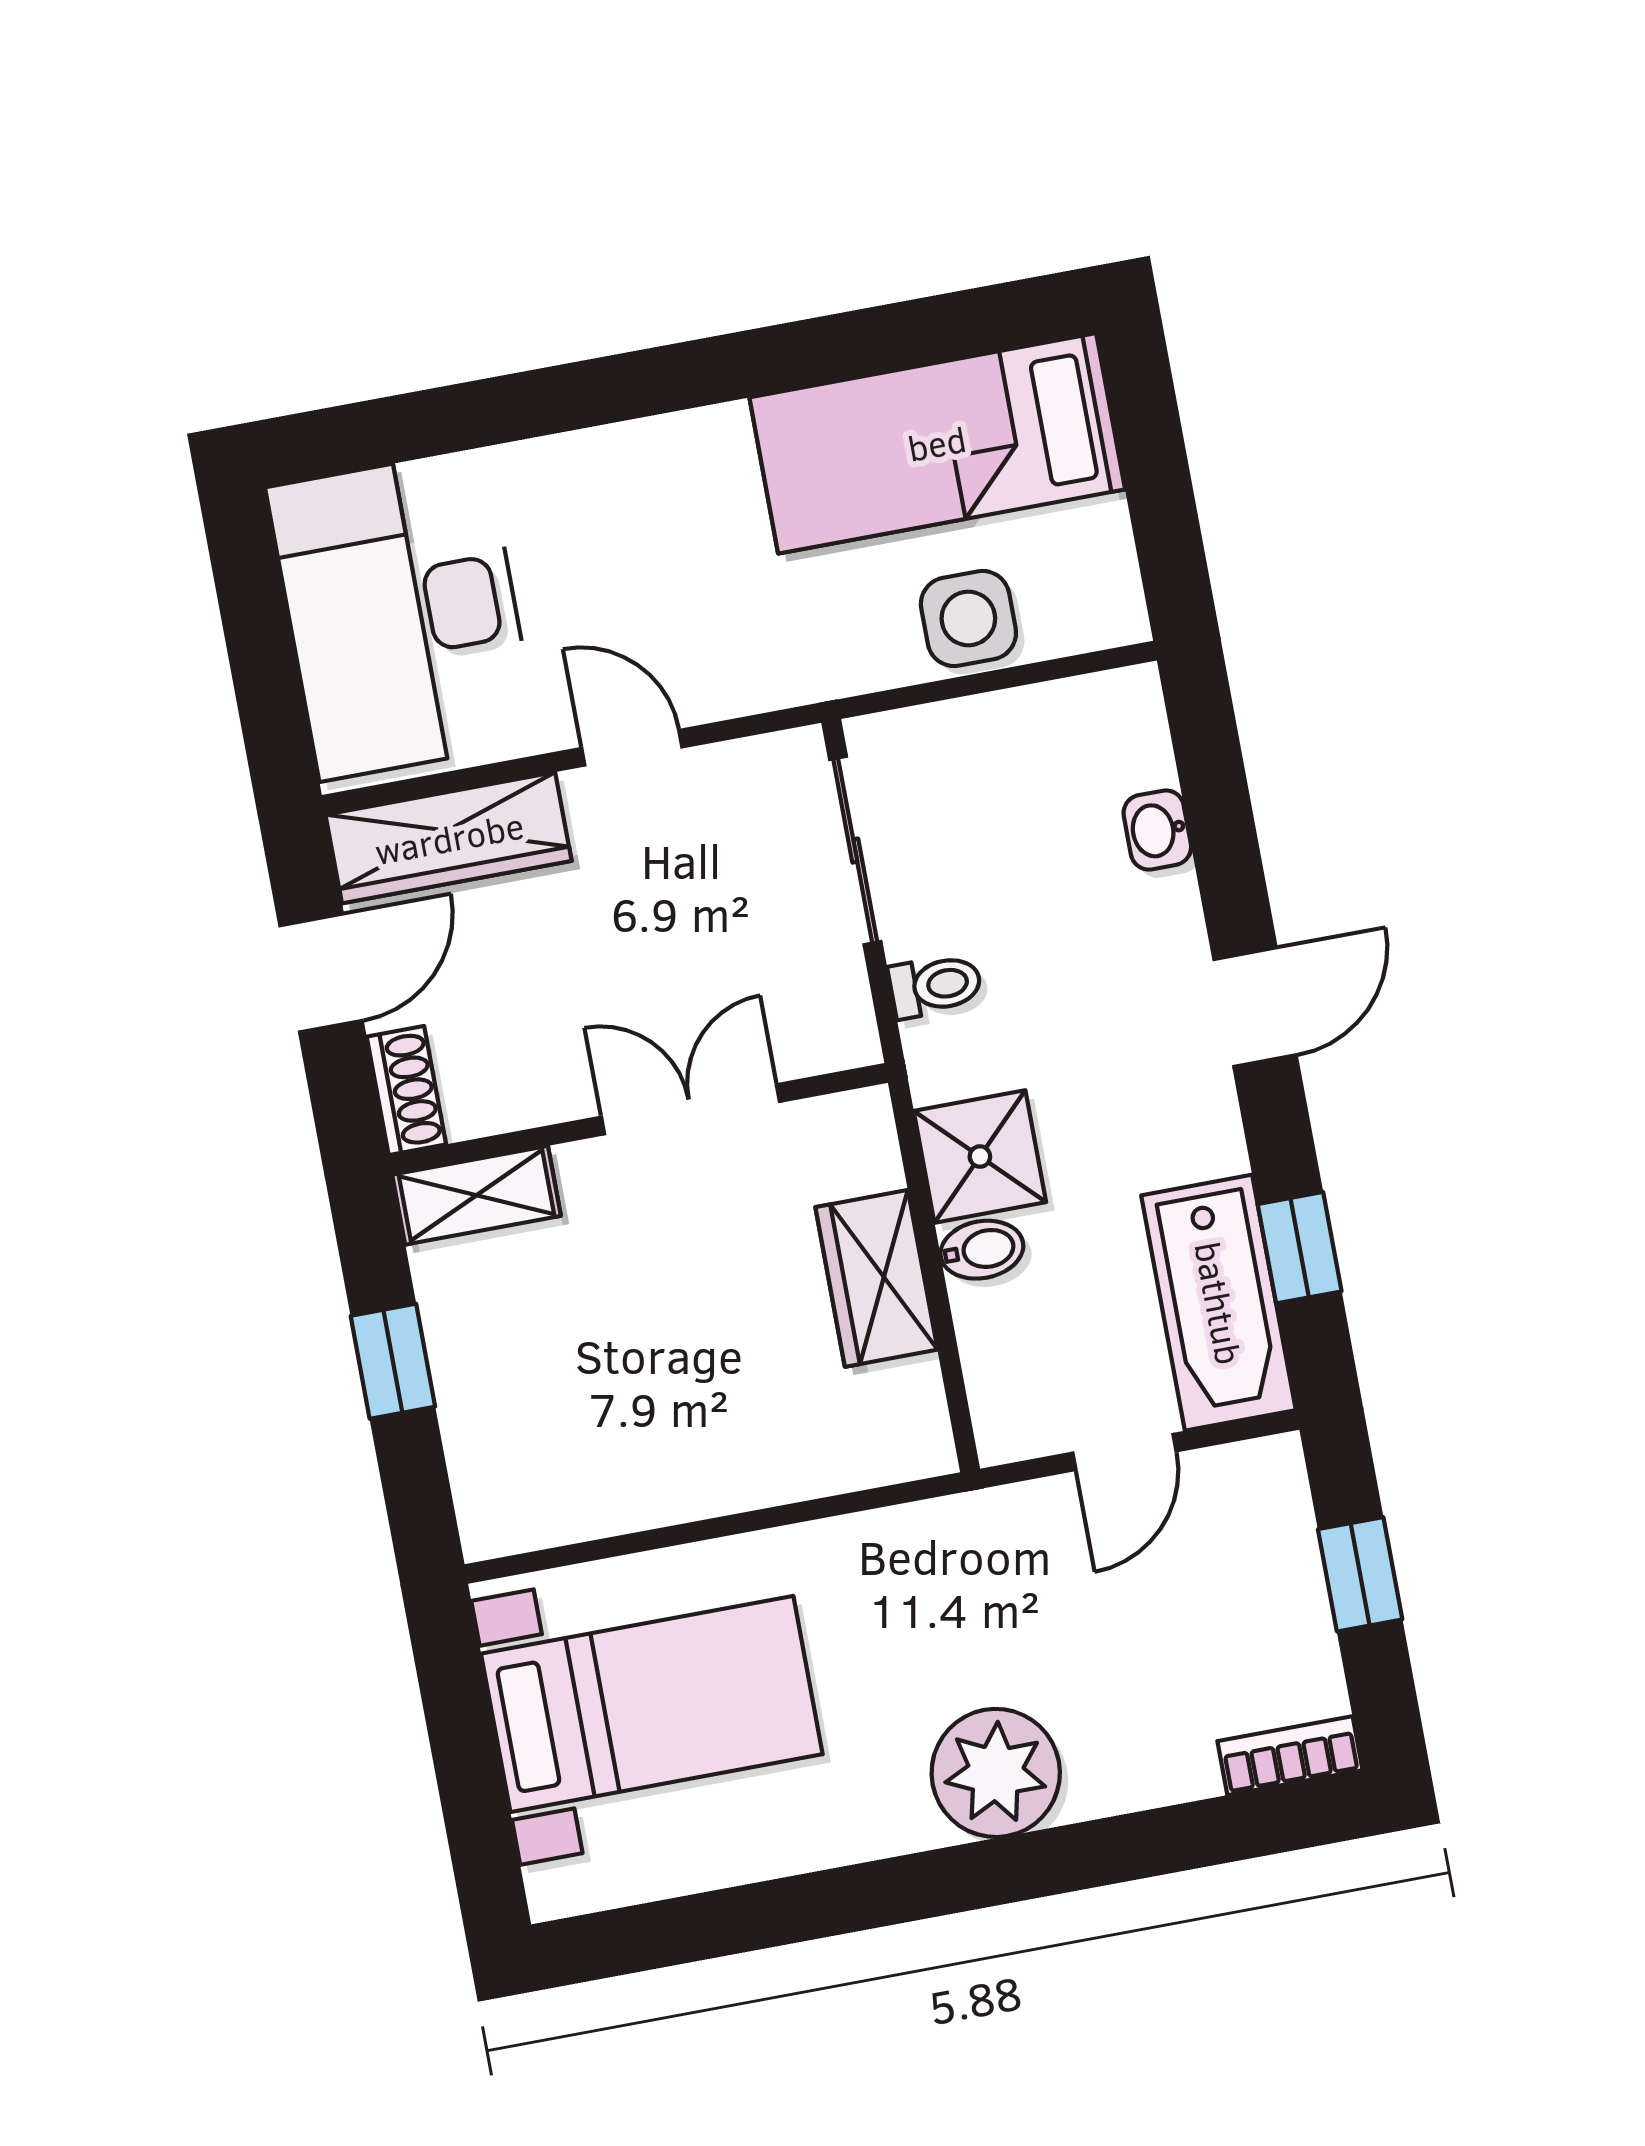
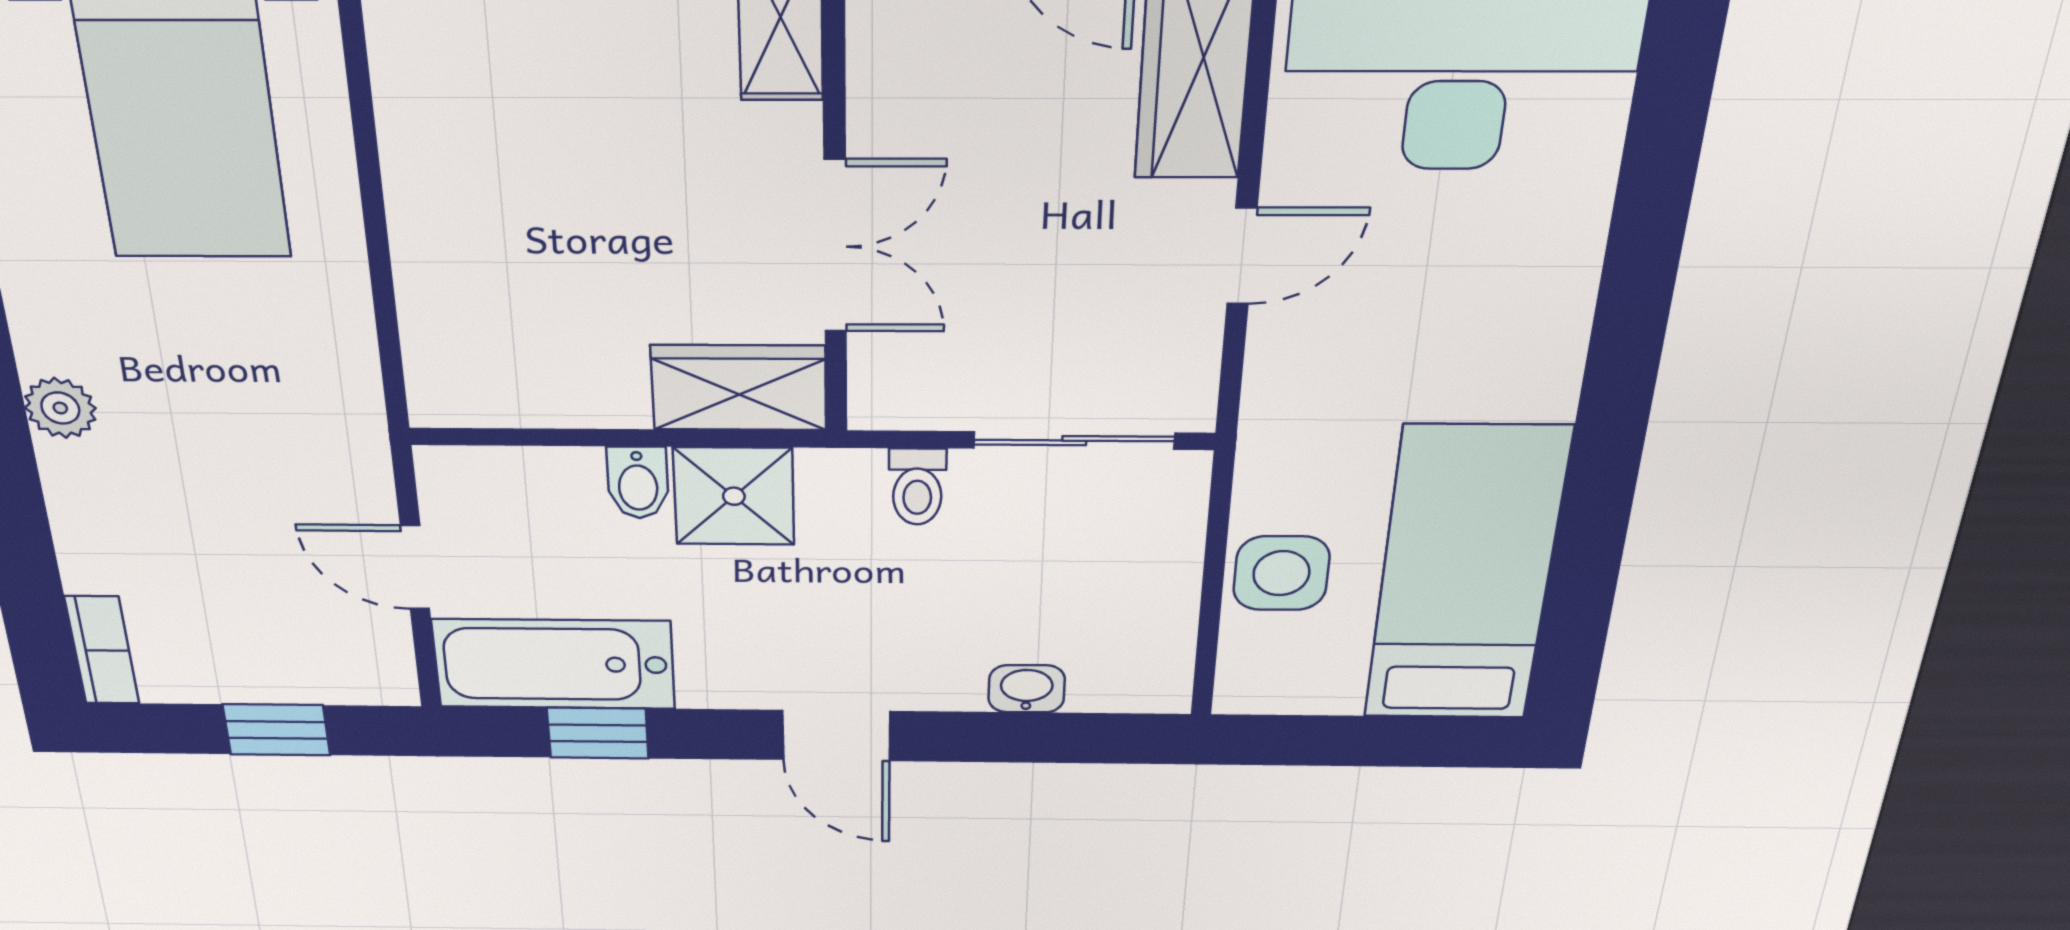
wardrobe: (876, 1278) -> (739, 388), moved
plant: (996, 1773) -> (60, 408), width x0.53, depth x0.53

